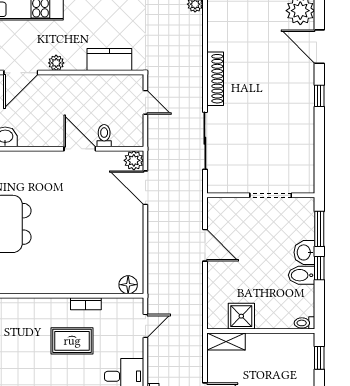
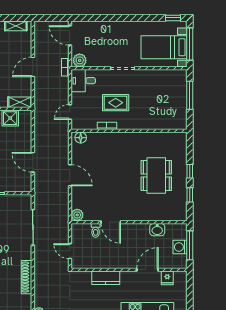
kitchen counter: (109, 60) -> (106, 278), moved
plant: (56, 63) -> (125, 276), removed
shoe rack: (215, 79) -> (27, 277), moved
door: (145, 188) -> (70, 175), moved

